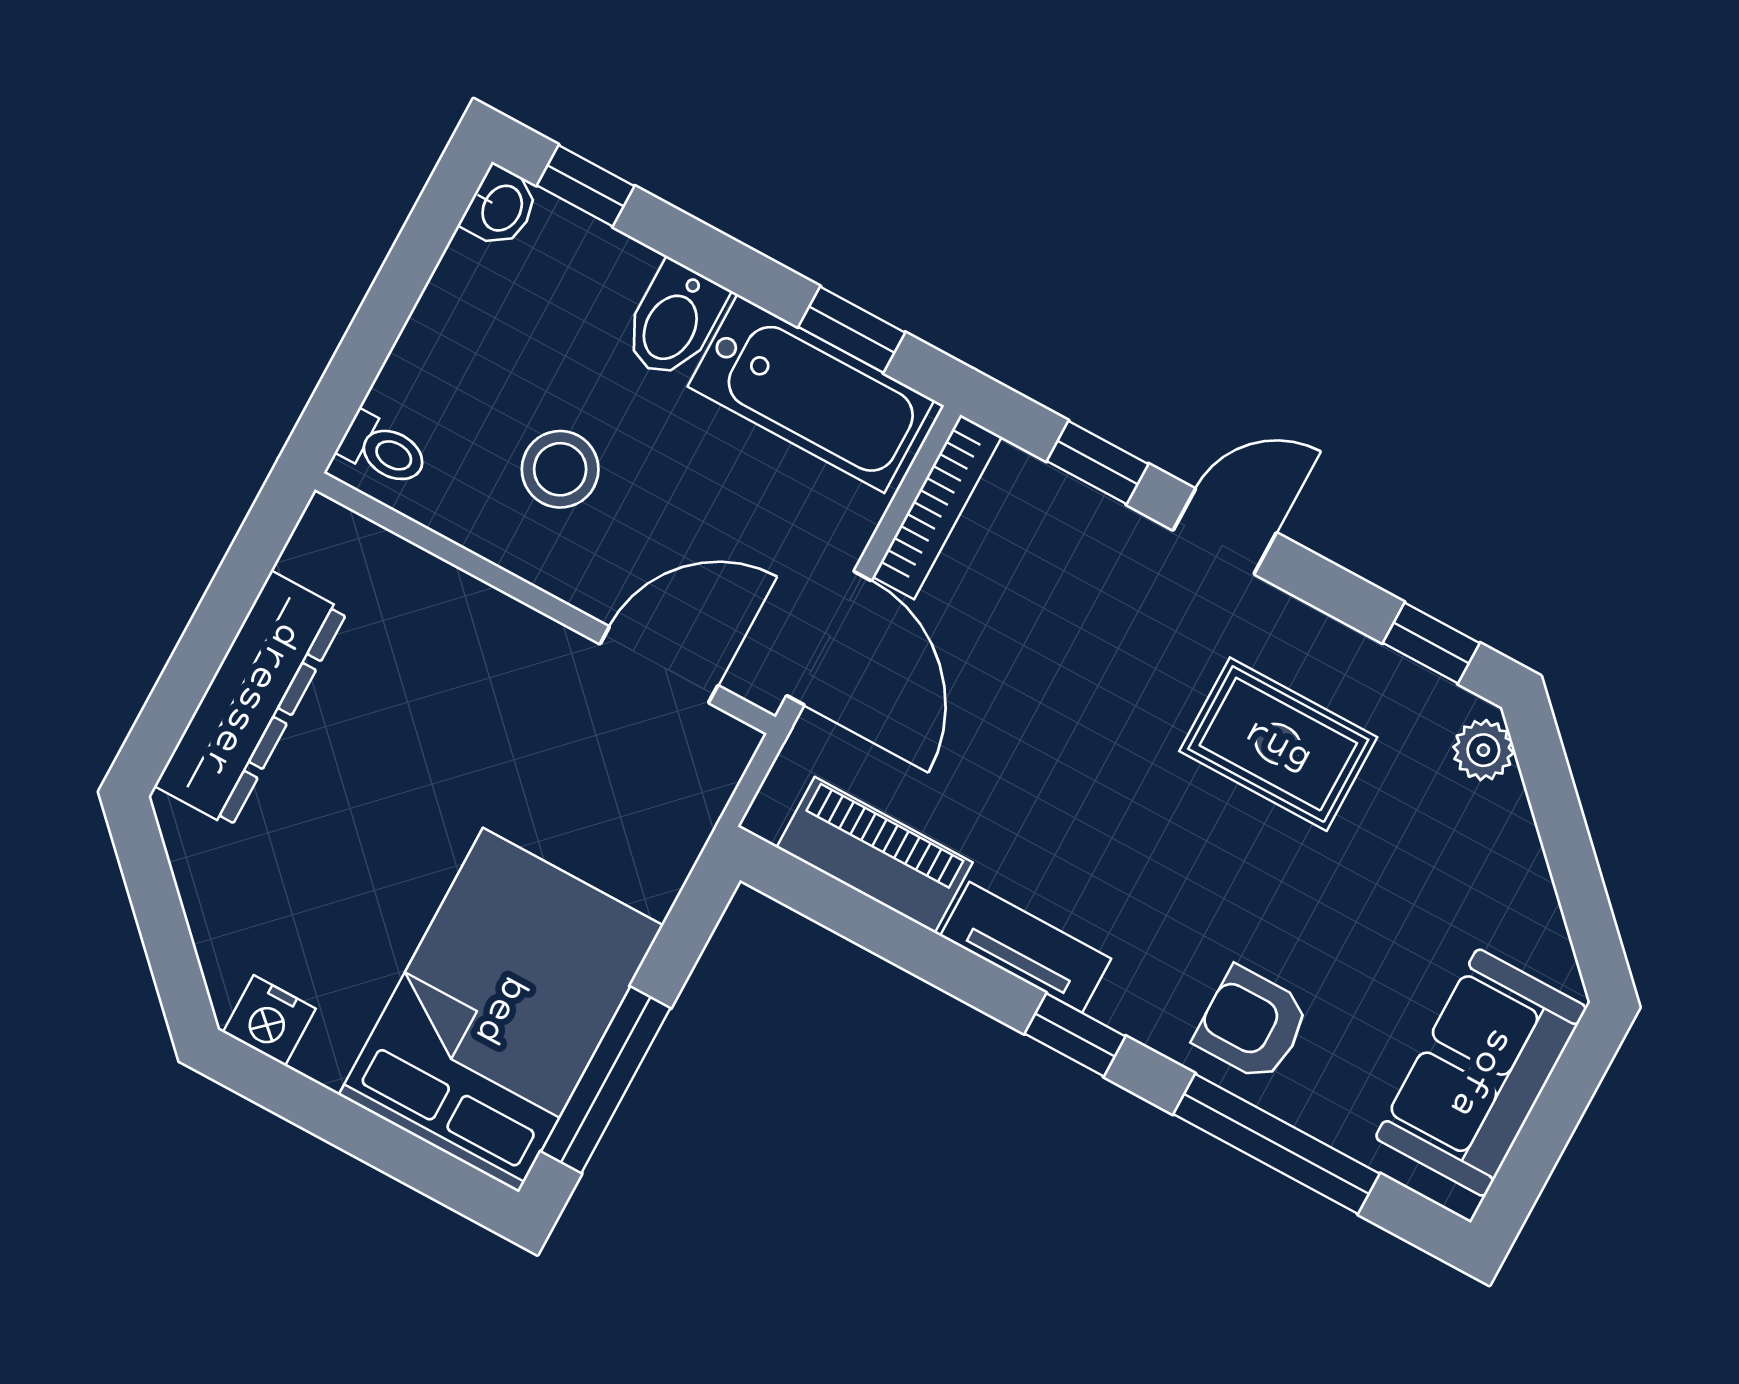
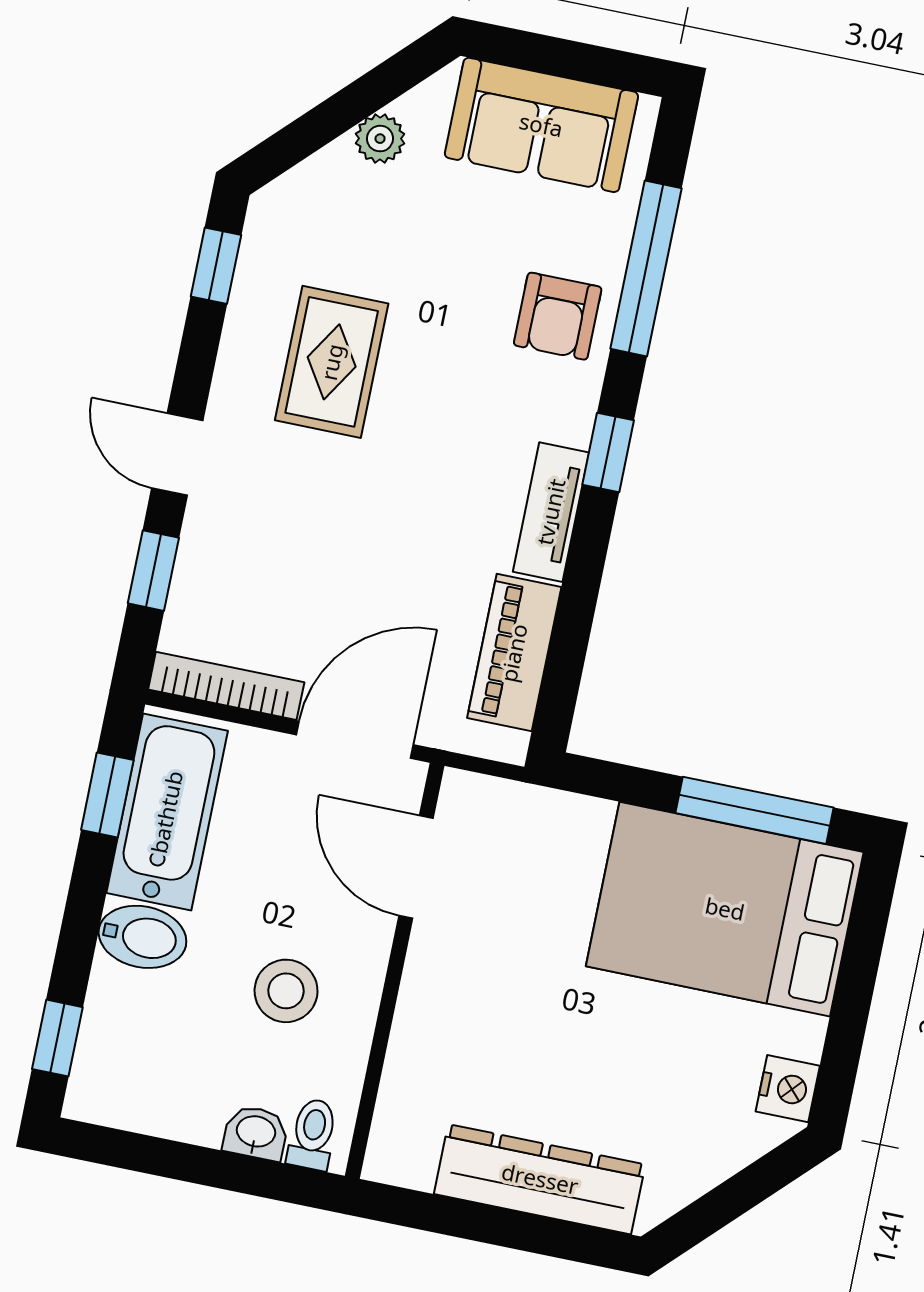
washbasin: (501, 207) -> (256, 1133), moved
plant: (1483, 750) -> (380, 139), moved

